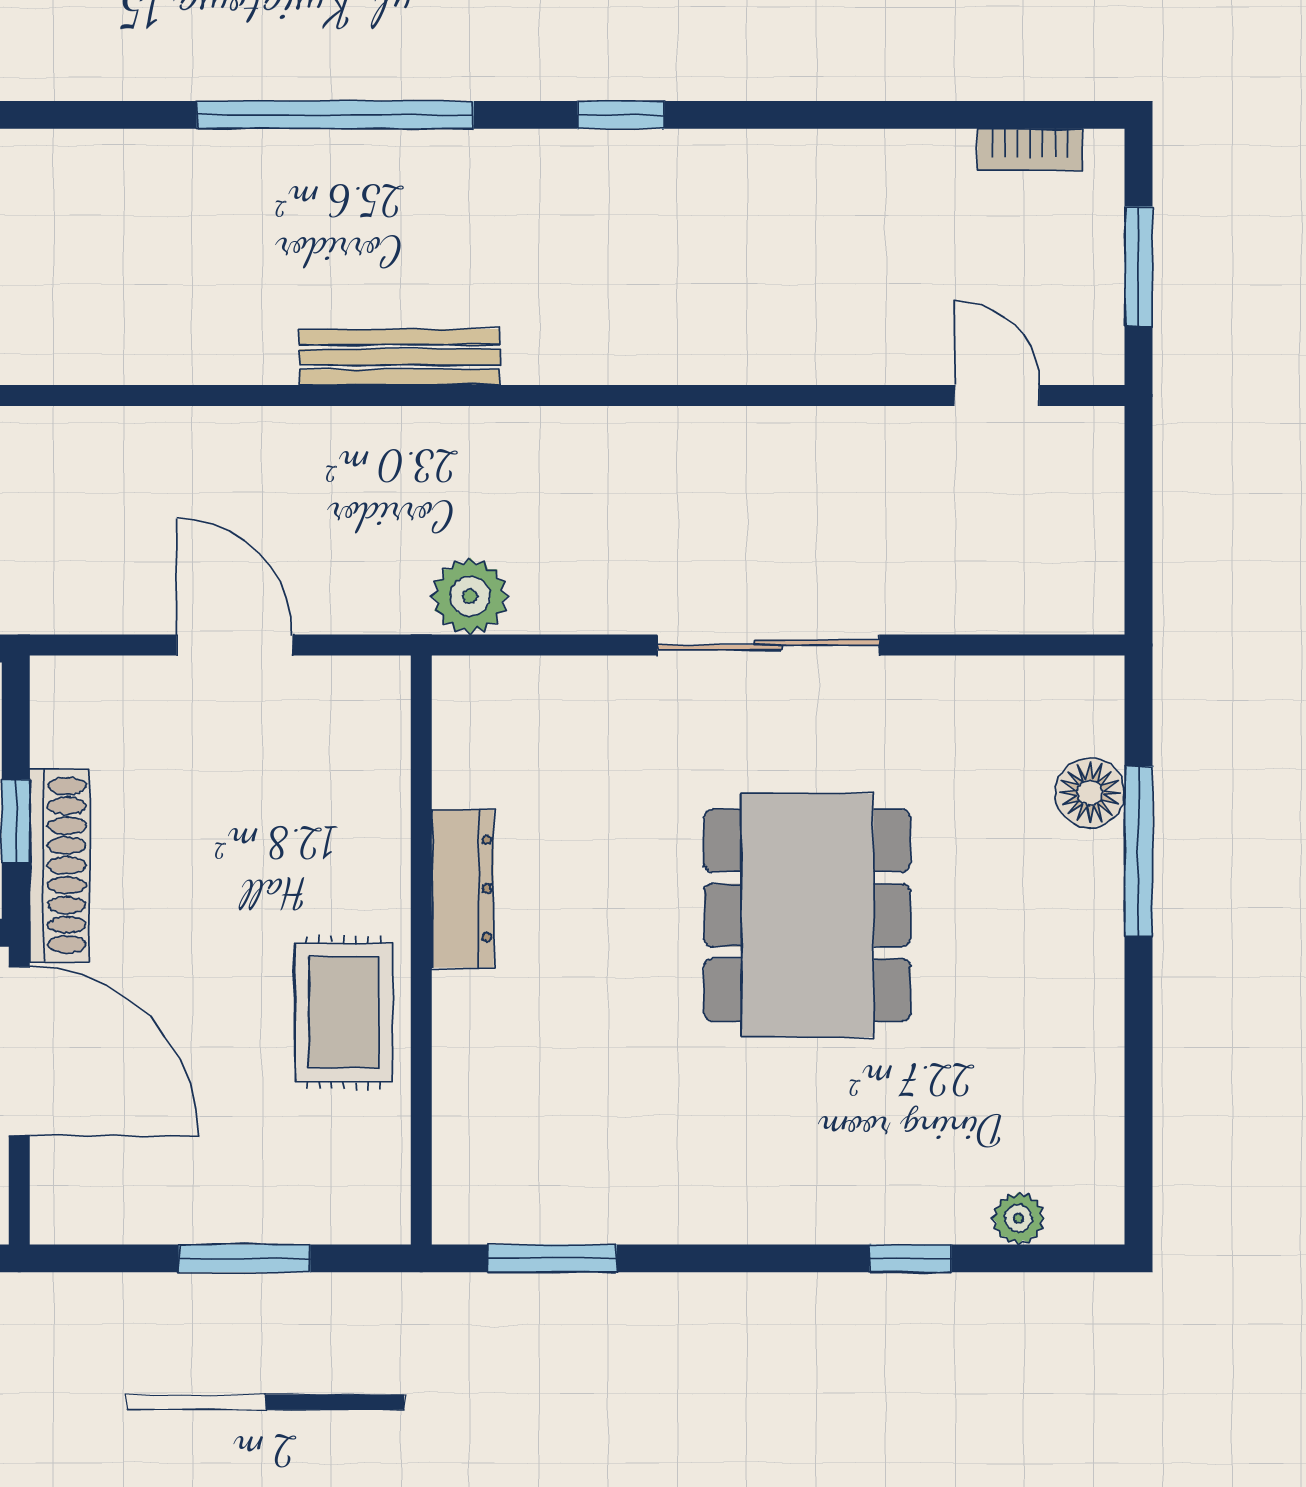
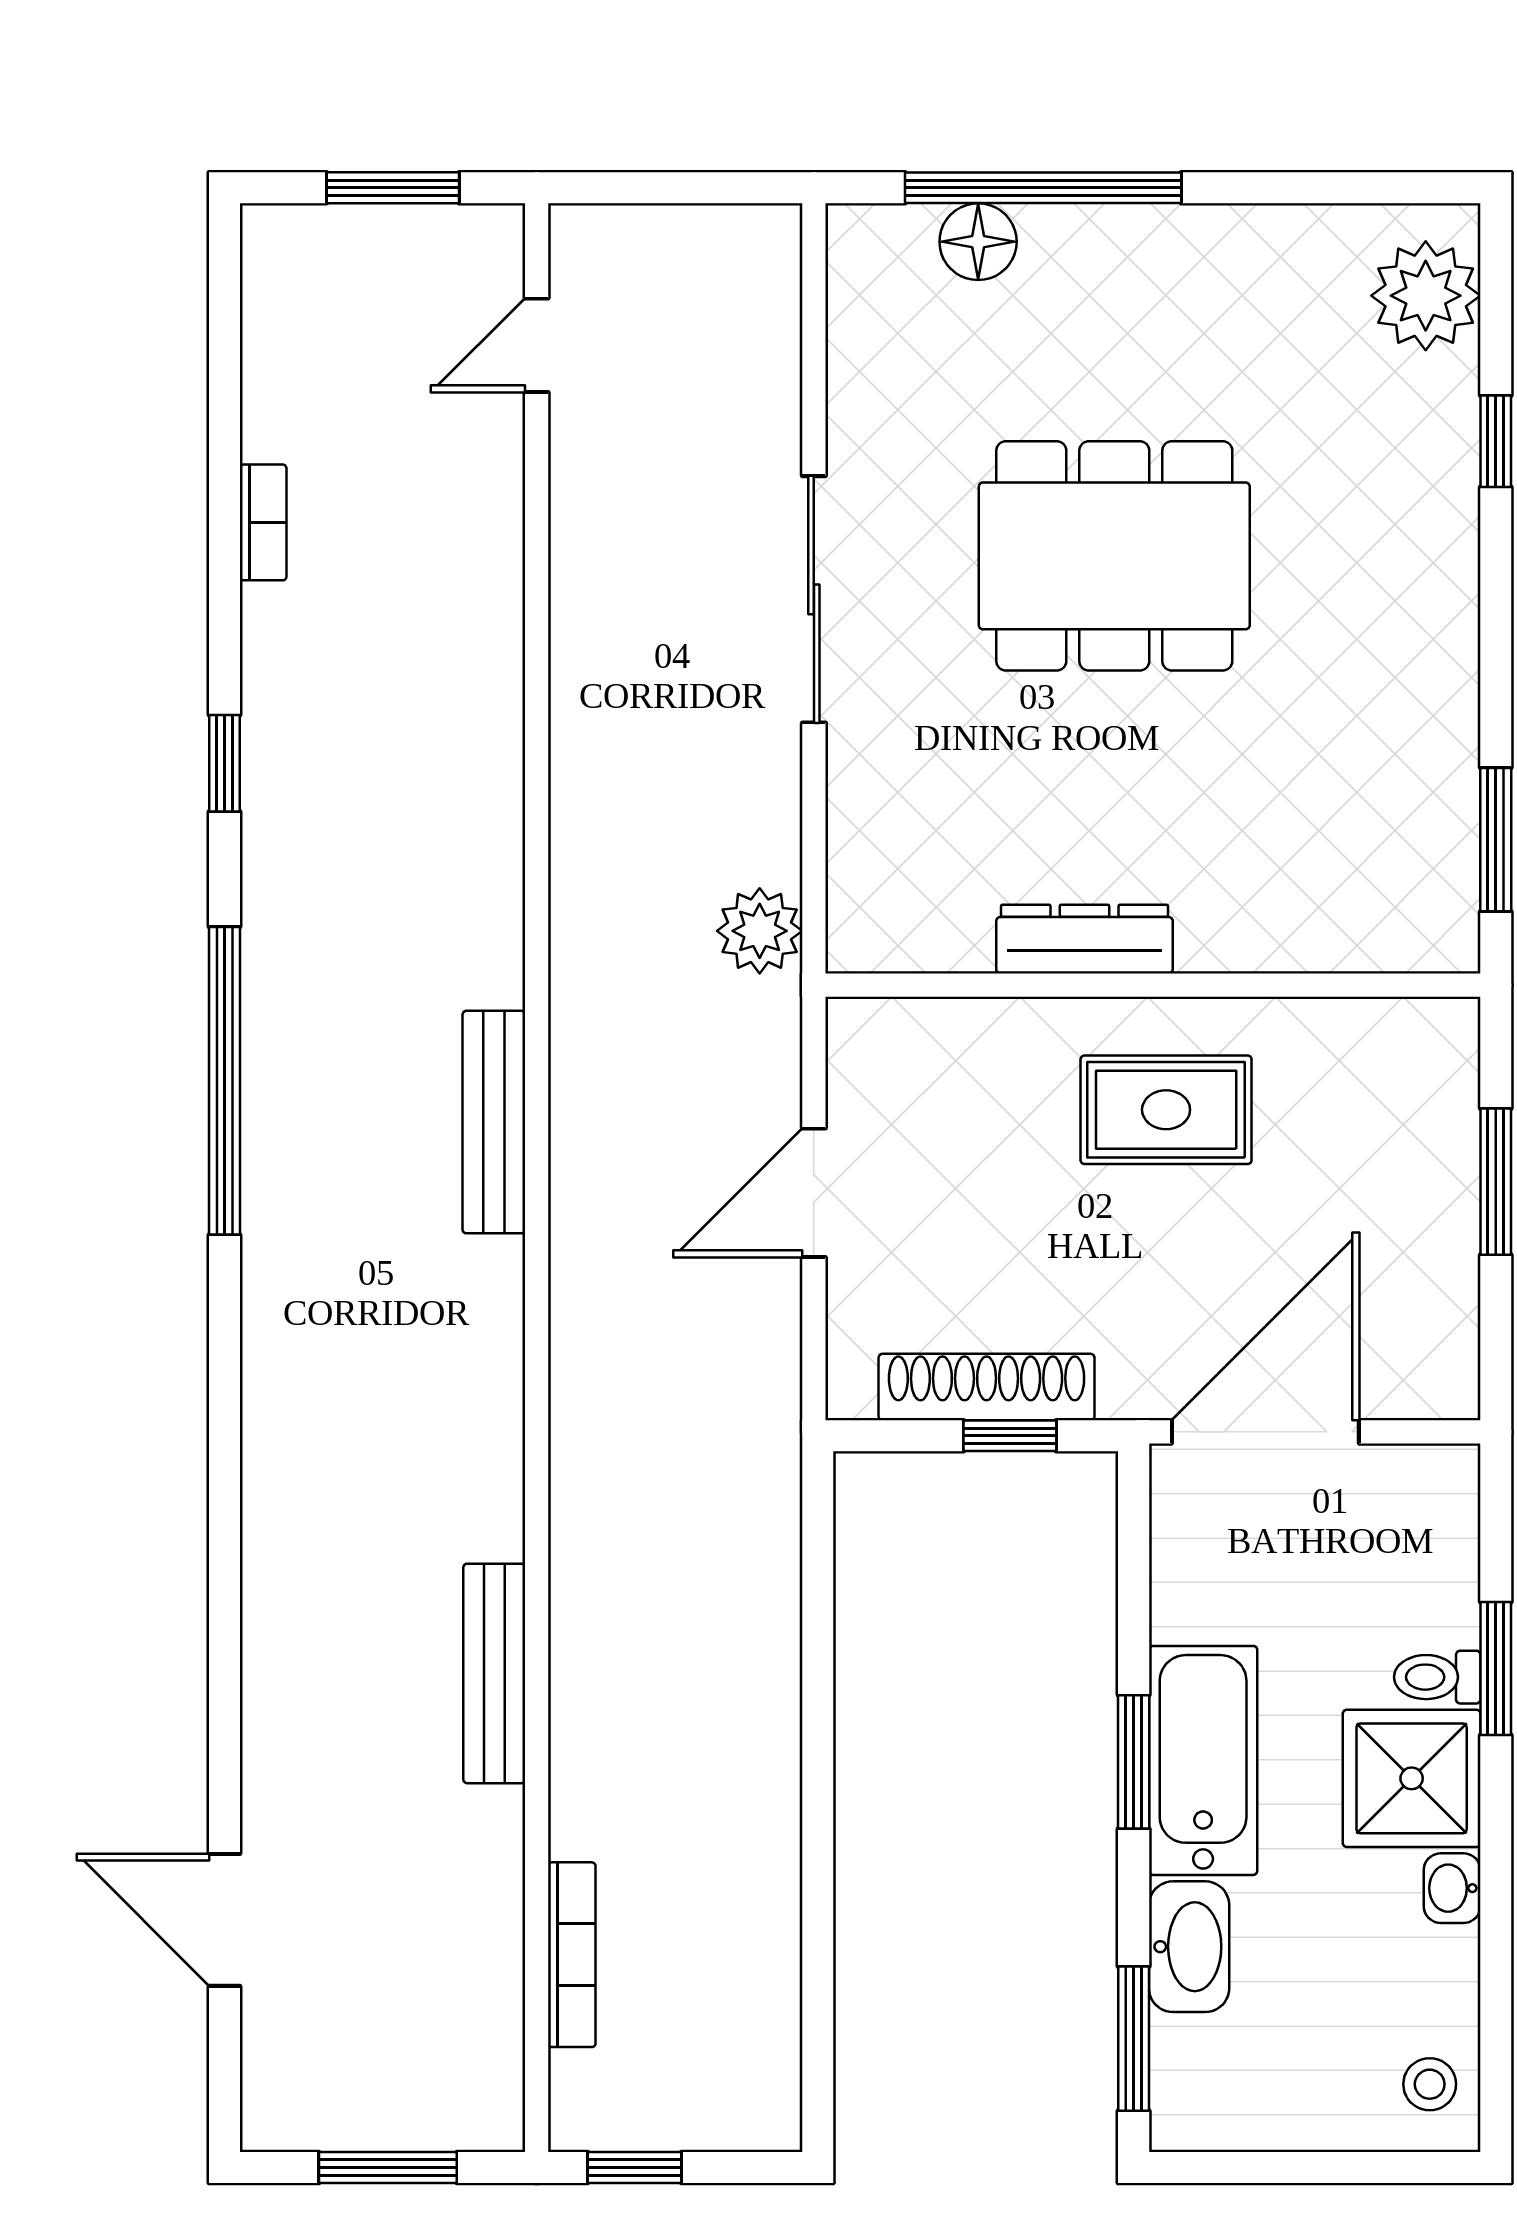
bookcase: (1030, 150) -> (263, 522), moved
bench: (400, 357) -> (494, 1122), moved
window: (1139, 851) -> (1043, 188), width x1.46
shoe rack: (60, 865) -> (987, 1387), moved
rug: (344, 1013) -> (1166, 1110), moved
plant: (1018, 1218) -> (1426, 296), width x1.87, depth x1.87

